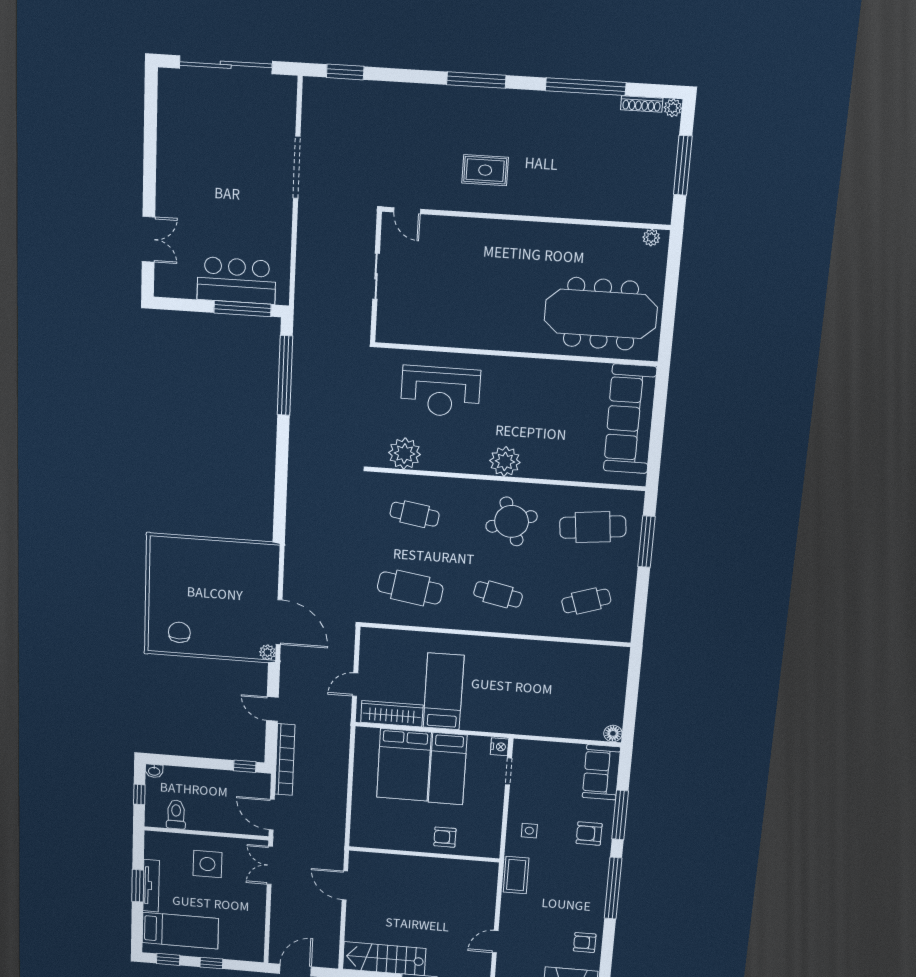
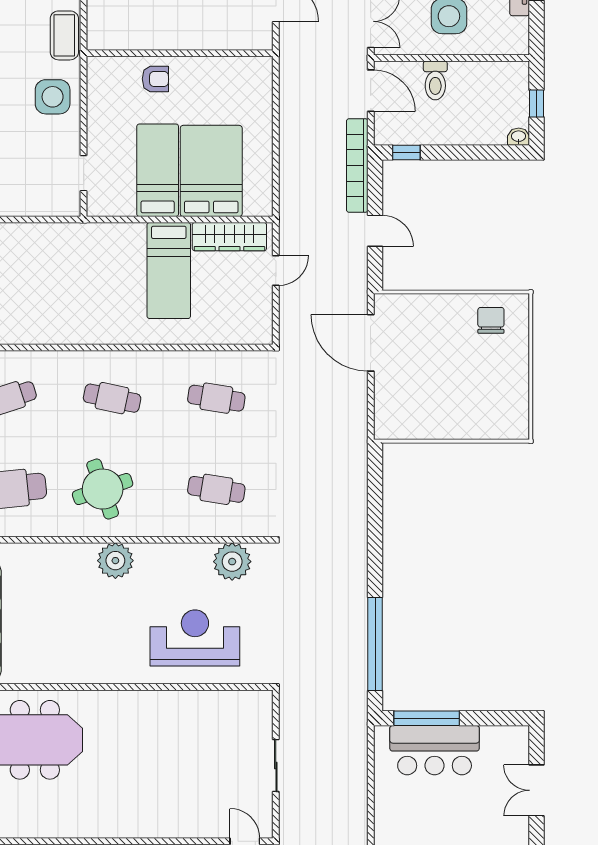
cafe table: (410, 588) -> (216, 398), width x0.73, depth x0.74
chair: (179, 632) -> (491, 320), turned 180
plant: (267, 652) -> (383, 303), removed
nightstand: (500, 747) -> (97, 204), removed
toilet: (176, 814) -> (435, 80), moved
side table: (529, 831) -> (53, 97), width x1.87, depth x1.87

